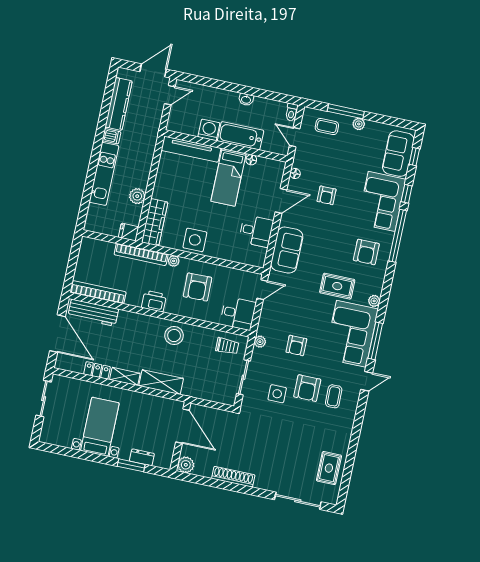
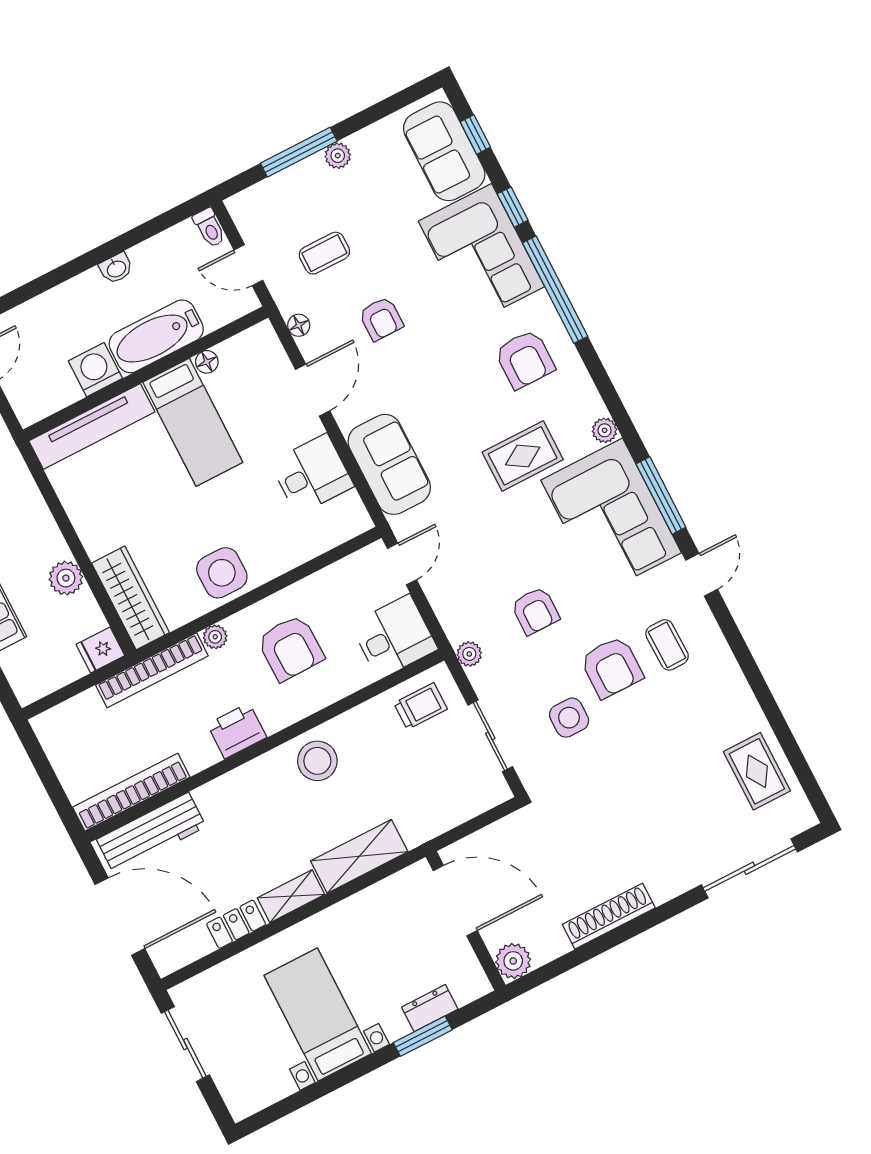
coffee table: (327, 127) -> (324, 253), moved

